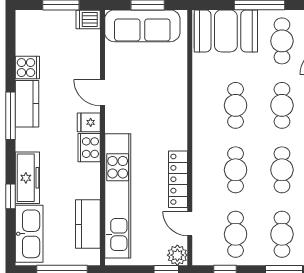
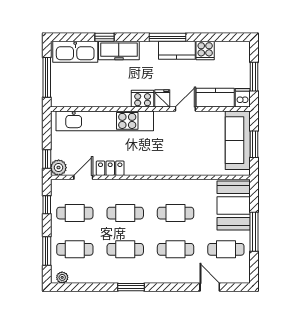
locker: (178, 179) -> (110, 168), width x0.66
kitchen counter: (88, 224) -> (215, 98), moved

